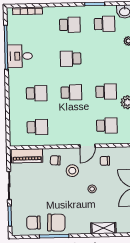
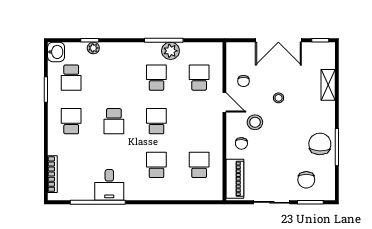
school desk: (105, 24) -> (71, 78), turned 180
chair: (33, 223) -> (306, 180), moved

